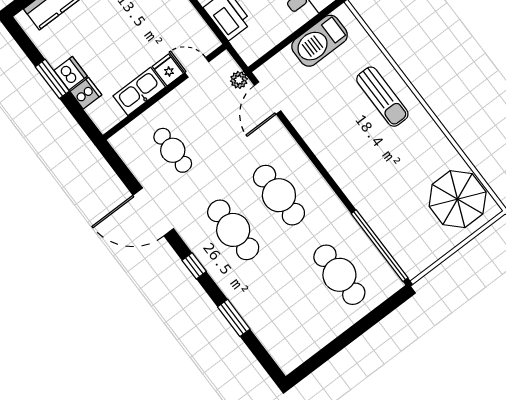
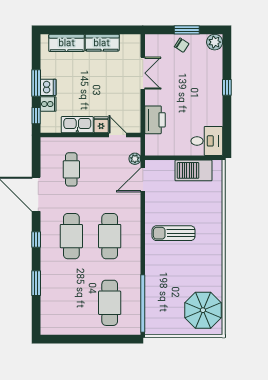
sun lounger: (382, 97) -> (174, 233), moved, turned 90
window: (82, 118) -> (36, 116), added

